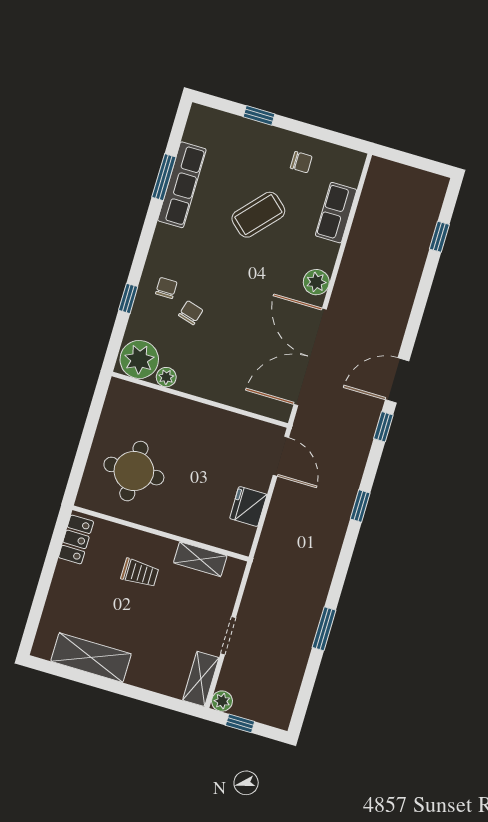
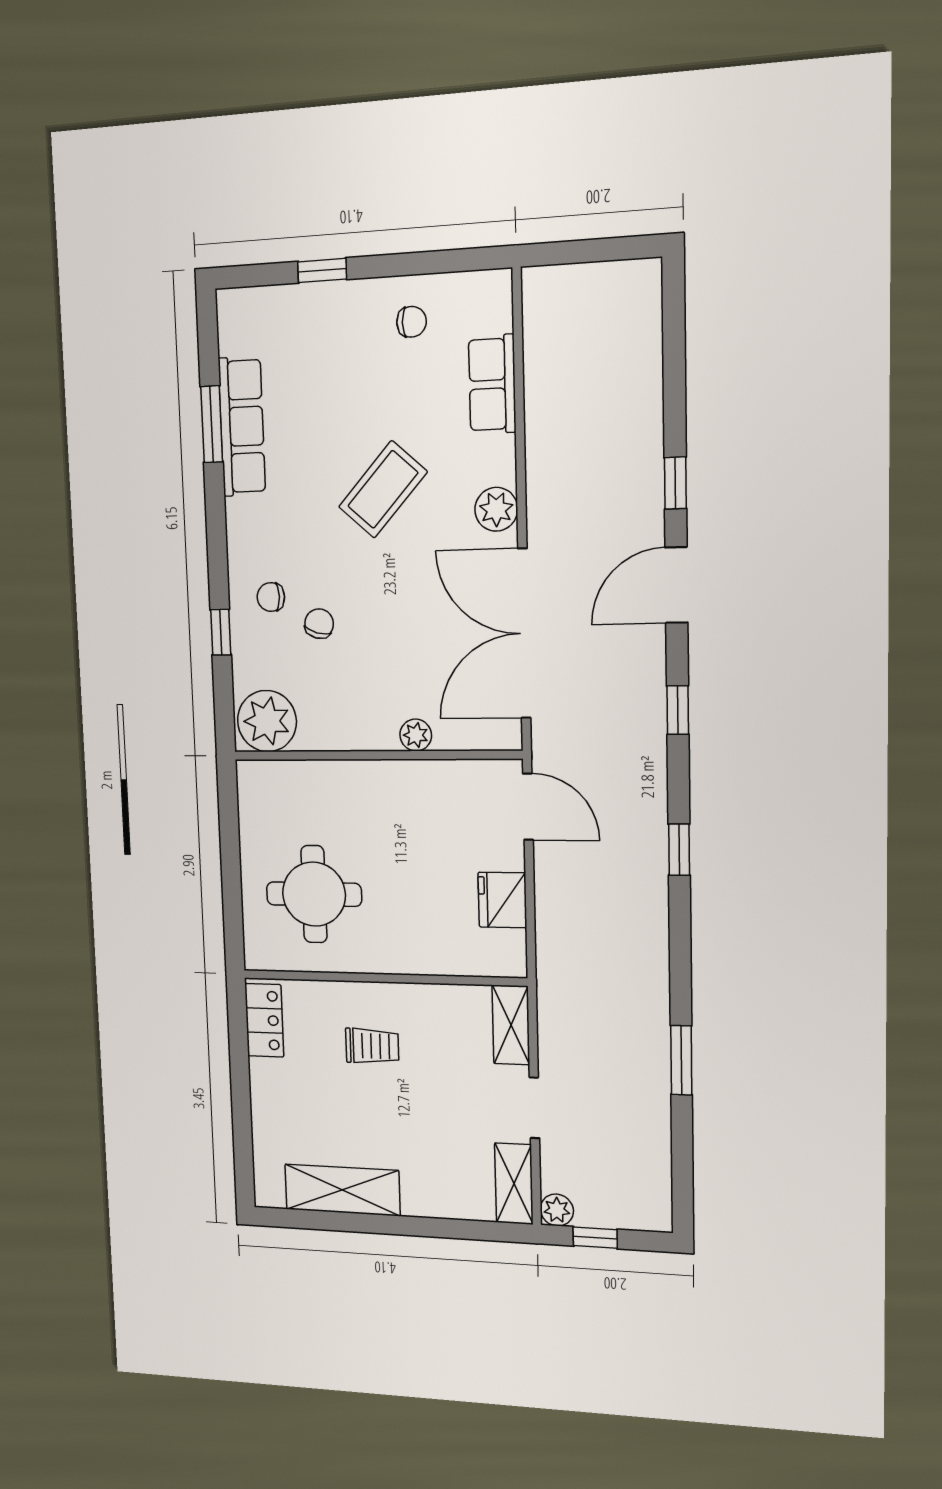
coffee table: (258, 215) -> (383, 489), moved
window: (439, 237) -> (675, 483), moved
chair: (166, 288) -> (271, 597), turned -90
plant: (166, 377) -> (416, 735), moved
door: (397, 380) -> (676, 585), moved
shelving: (200, 559) -> (511, 1025), moved, turned 90

